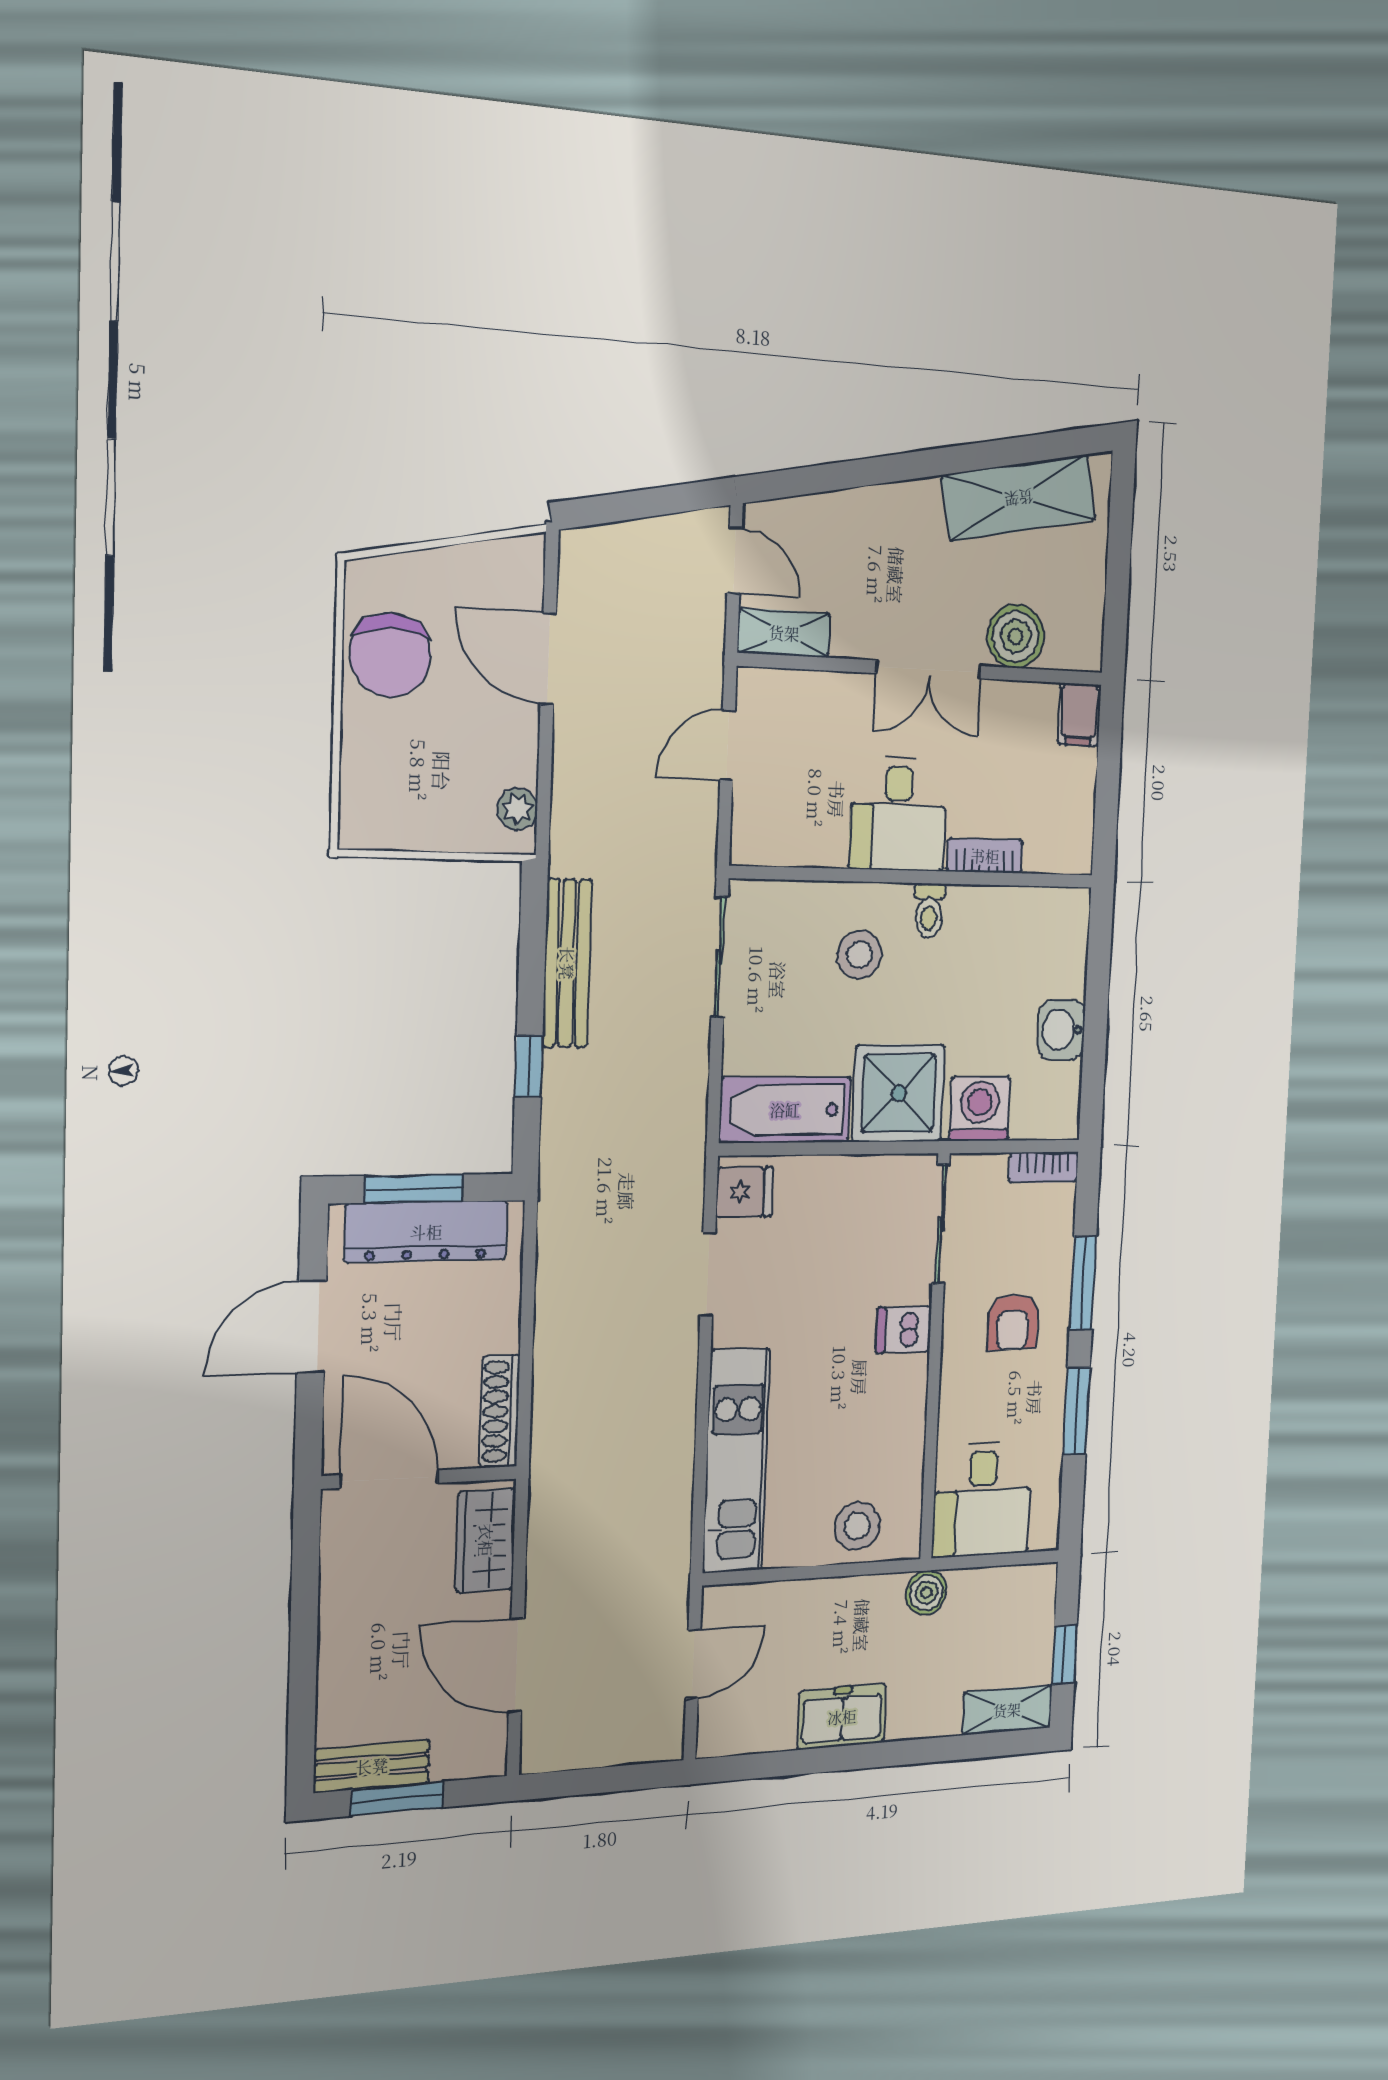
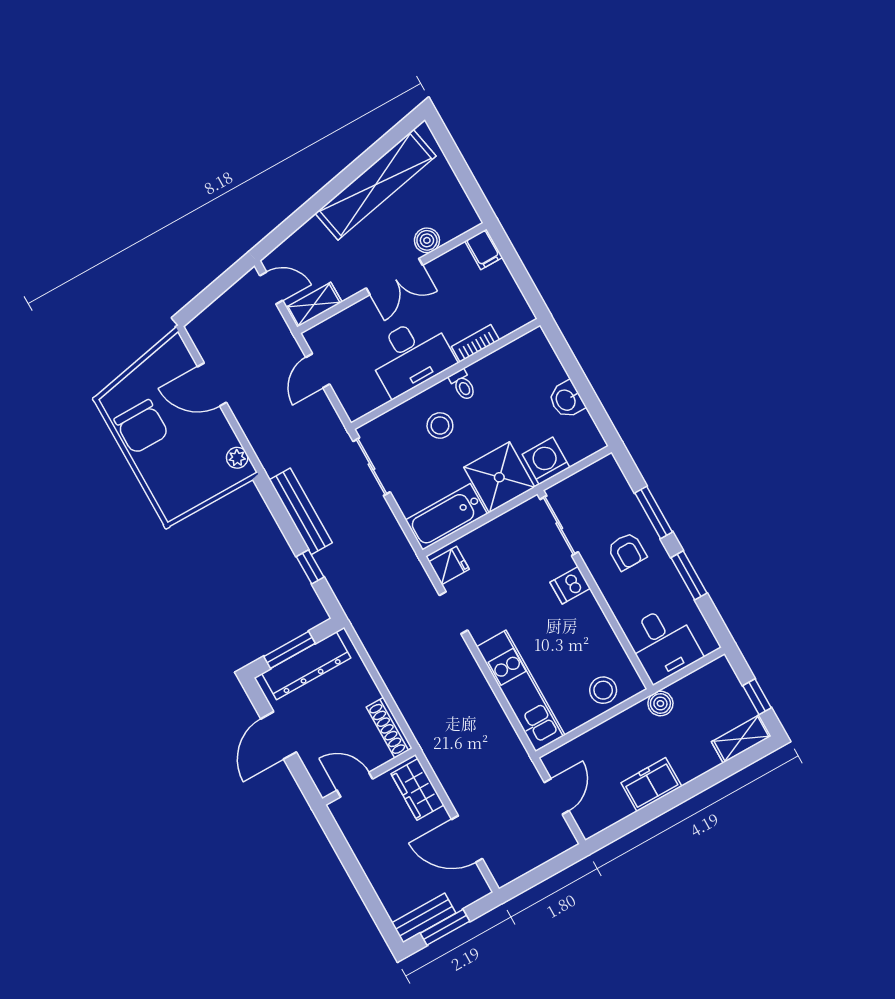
shelving: (1019, 498) -> (376, 185), width x1.47
boiler: (1016, 636) -> (427, 240), width x0.73, depth x0.73
desk: (898, 814) -> (411, 356), width x1.37
bookcase: (1044, 1167) -> (597, 469), removed
door: (389, 1479) -> (355, 785), width x0.73

